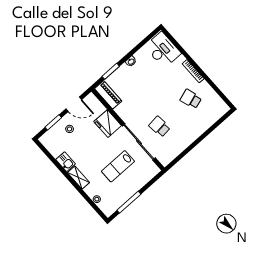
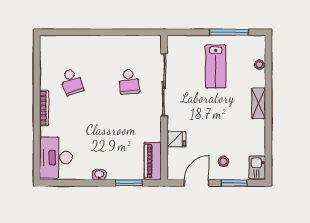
door: (74, 104) -> (197, 183), hinge flipped
fridge: (108, 124) -> (176, 139), width x0.53, depth x0.75
kitchen sink: (66, 162) -> (257, 167), moved
lab bench: (118, 166) -> (216, 67), moved, turned 90

